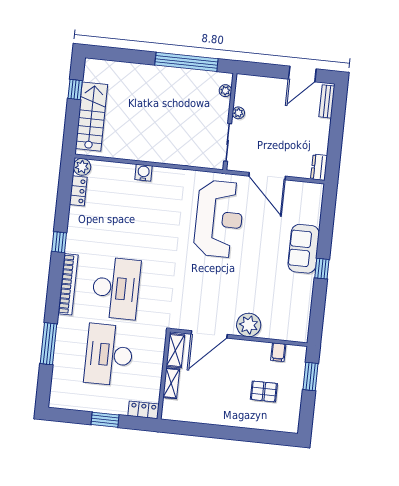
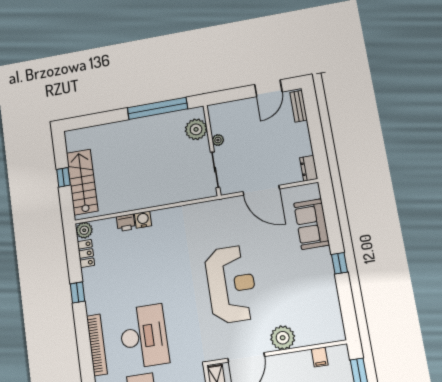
window: (75, 89) -> (63, 177), moved
plant: (225, 91) -> (196, 129), width x1.87, depth x1.87
printer: (126, 171) -> (126, 223), added
reception desk: (219, 219) -> (231, 284), moved
window: (59, 242) -> (78, 293), moved
sofa: (304, 249) -> (312, 224), moved

